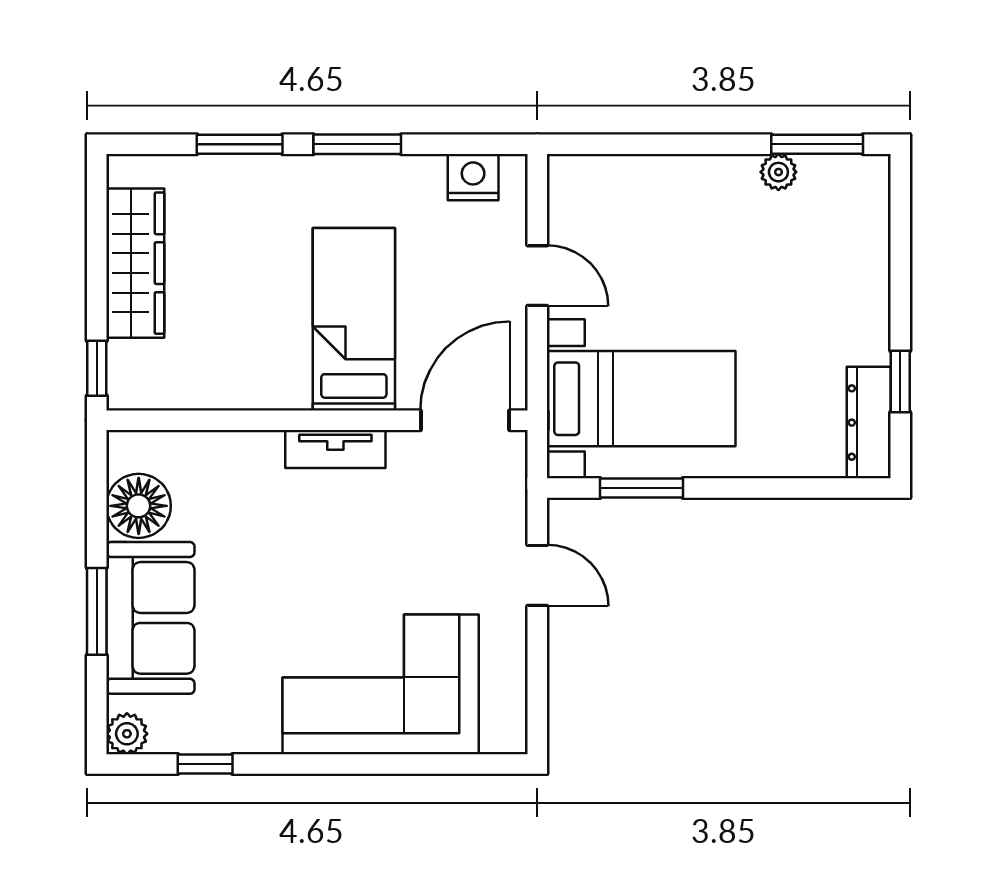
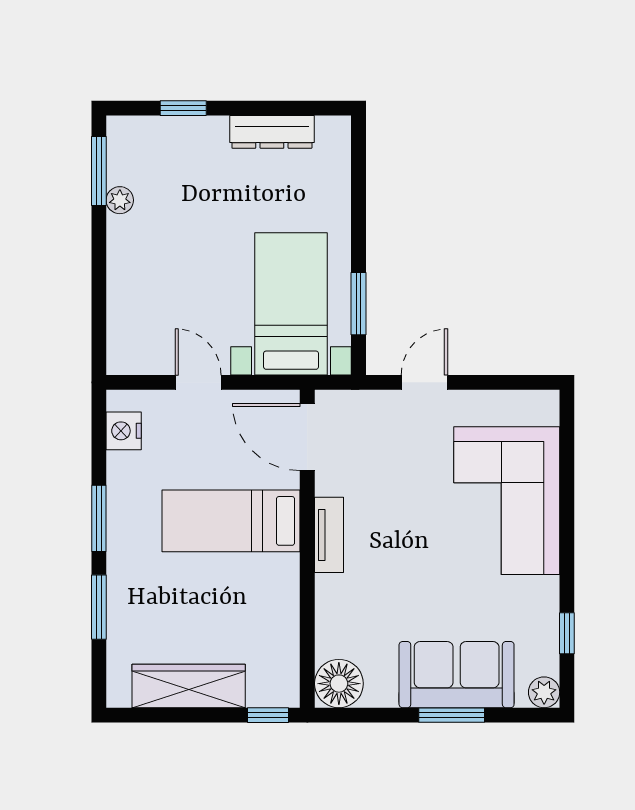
door: (537, 276) -> (198, 382), hinge flipped
window: (900, 382) -> (183, 108), moved
dresser: (869, 423) -> (272, 132), moved
floor lamp: (139, 506) -> (339, 684), moved

